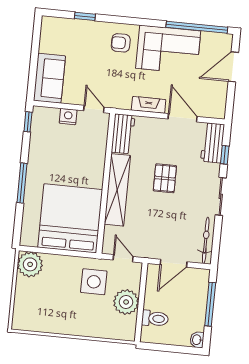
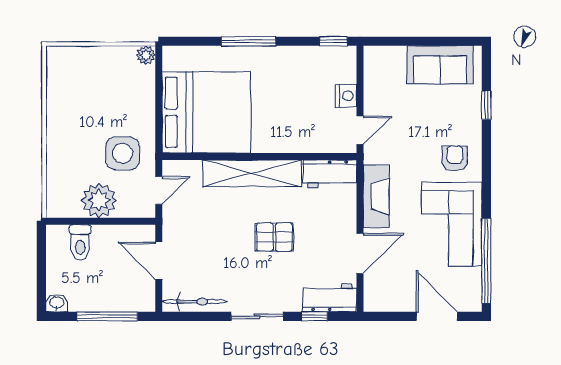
sofa: (49, 78) -> (440, 65), moved
fireplace: (149, 105) -> (376, 196), width x1.37, depth x1.32
plant: (30, 264) -> (146, 55), width x0.53, depth x0.53

